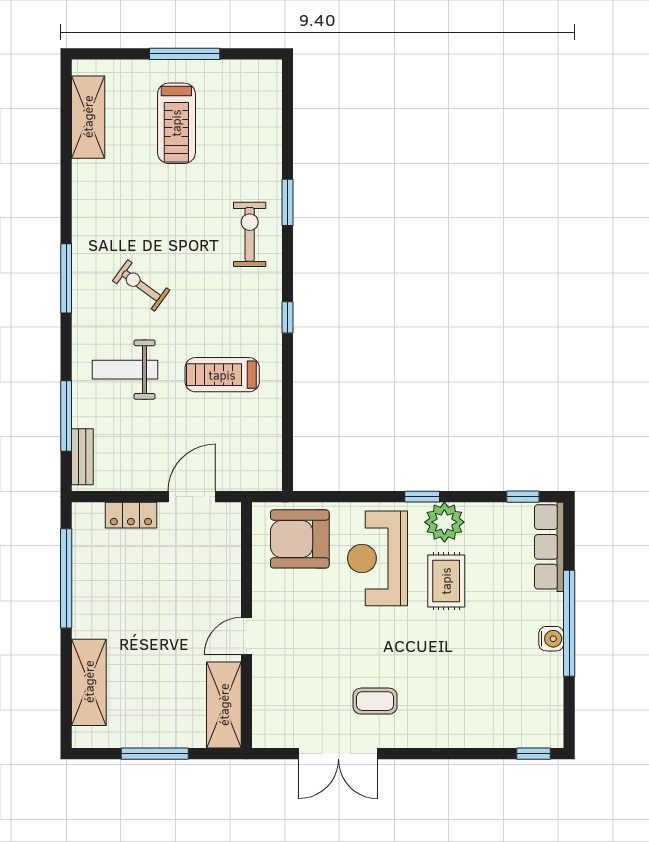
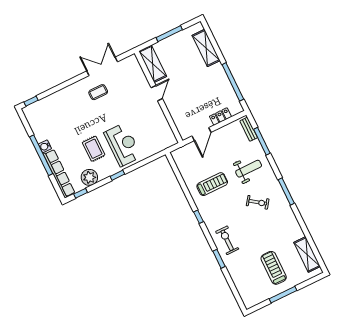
exercise bike: (250, 234) -> (227, 240), turned 180
plant: (444, 522) -> (89, 177), moved
armchair: (300, 539) -> (155, 138), removed
row of seats: (549, 547) -> (59, 174), width x1.36

